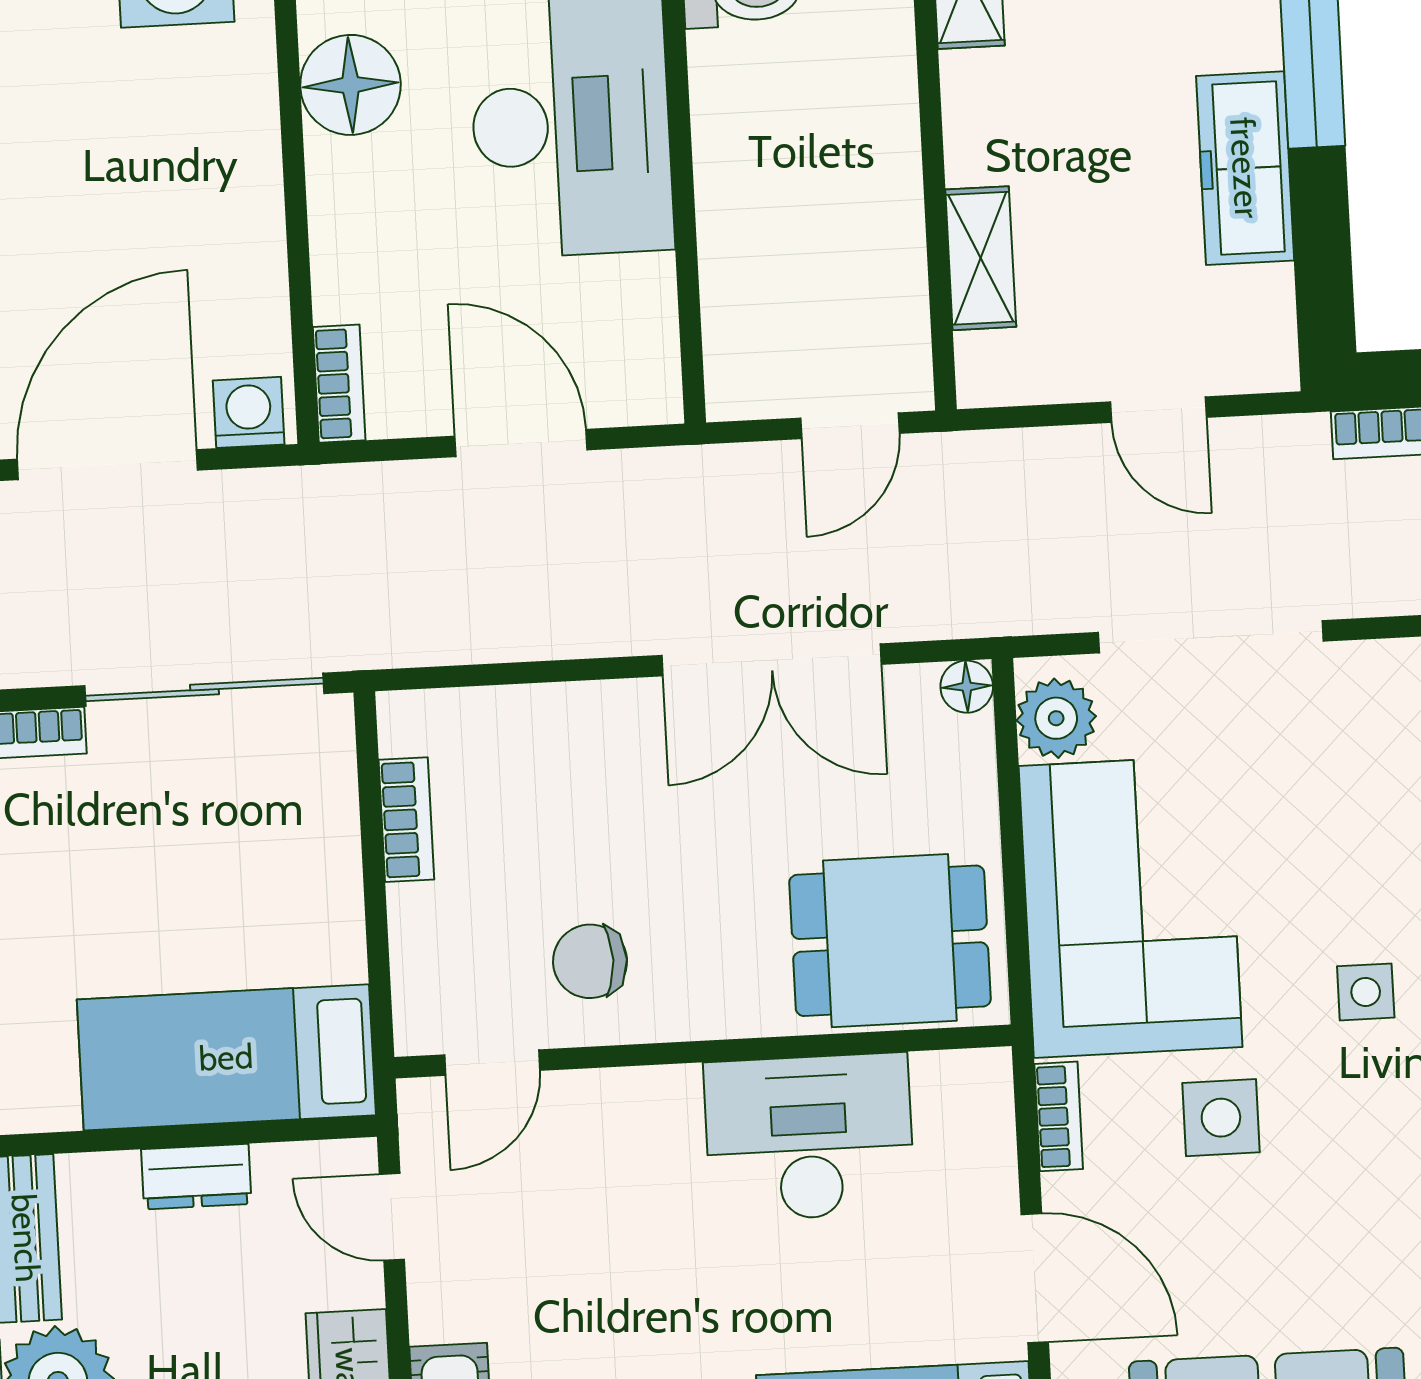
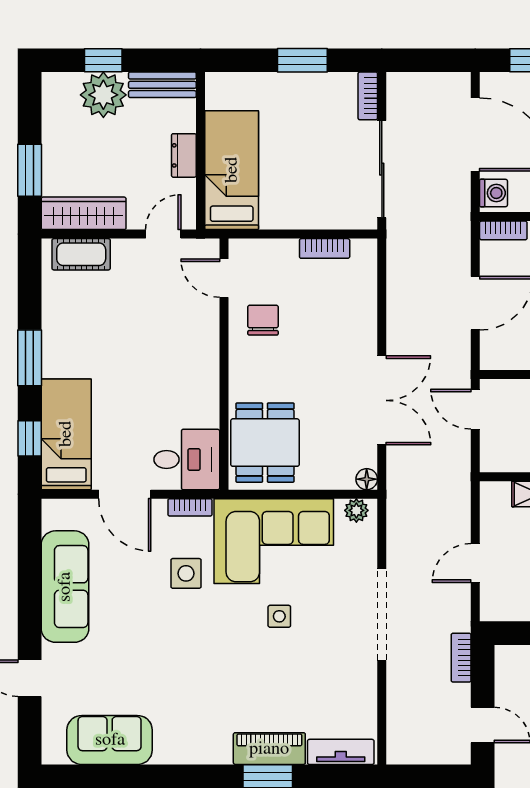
door: (850, 426) -> (475, 409), moved
doorway: (1211, 637) -> (382, 615), moved
double door: (772, 660) -> (382, 400), swing flipped
plant: (1056, 718) -> (356, 510), width x0.73, depth x0.73
side table: (1366, 992) -> (279, 616), moved
desk: (809, 1137) -> (187, 459), moved, width x0.73
door: (1035, 1278) -> (125, 494), hinge flipped

